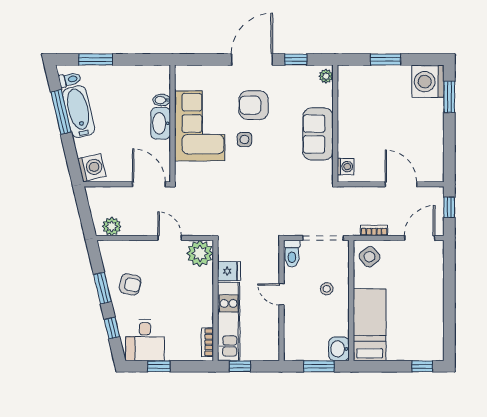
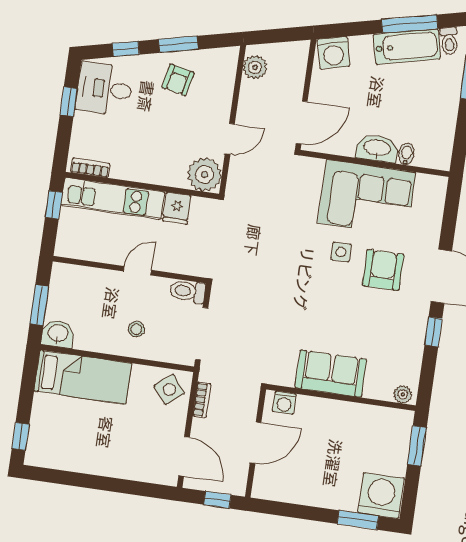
plant: (326, 76) -> (403, 394), moved
wall: (335, 123) -> (341, 397), moved
sofa: (318, 134) -> (331, 374), moved
washing machine: (346, 167) -> (284, 403), moved

